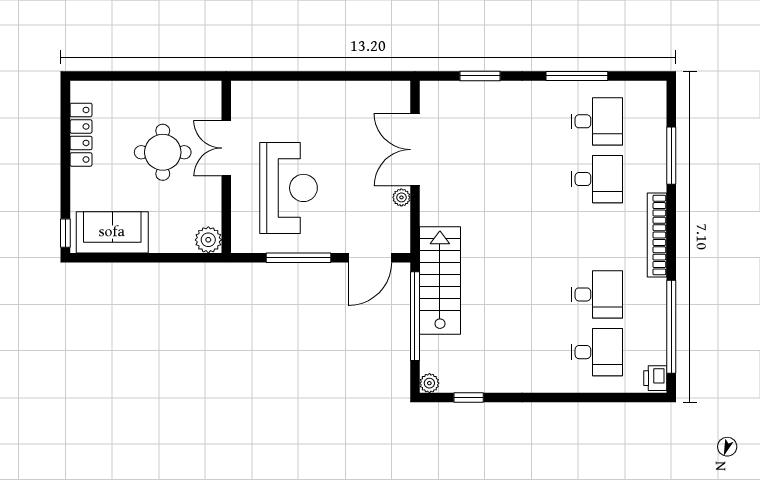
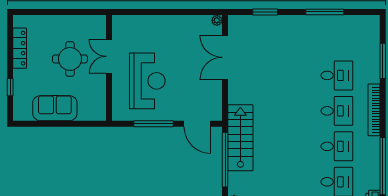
desk: (597, 121) -> (337, 111), moved
plant: (401, 197) -> (217, 20), moved
sofa: (112, 232) -> (55, 108), moved
window: (65, 233) -> (10, 87), moved
plant: (208, 240) -> (98, 113), removed
door: (370, 258) -> (197, 124), hinge flipped

